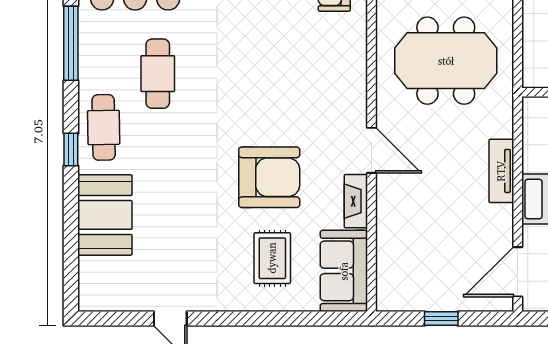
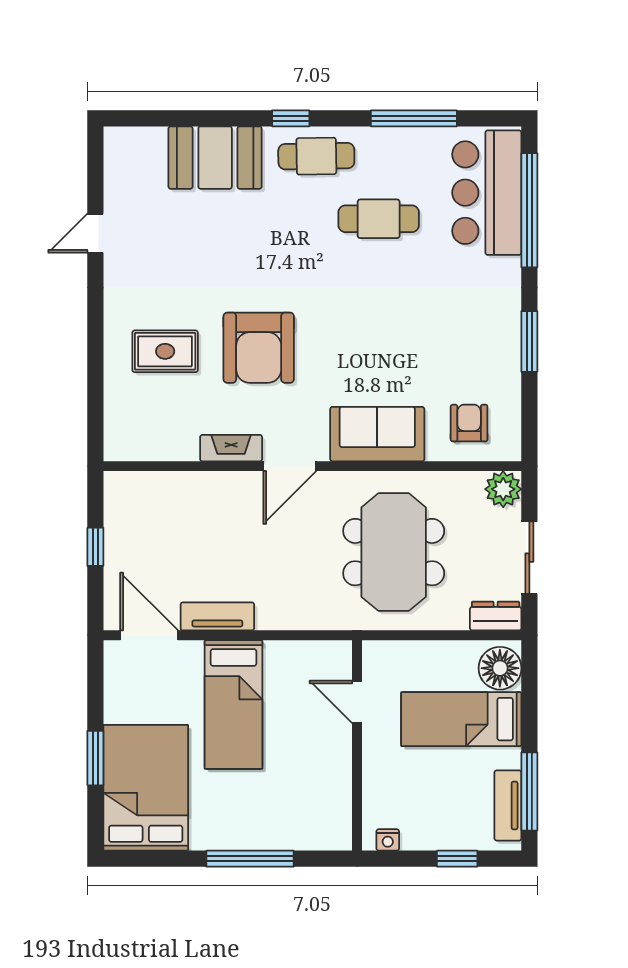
tv unit: (501, 171) -> (217, 616), moved
sofa: (344, 271) -> (377, 434), moved

